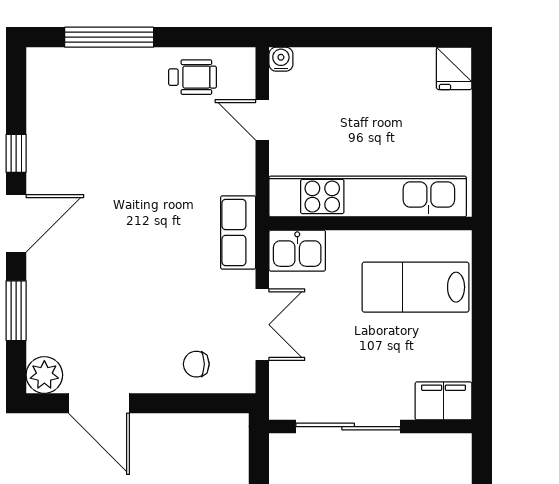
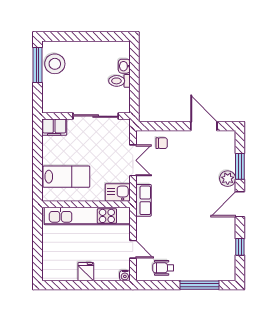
fridge: (454, 68) -> (86, 272), moved
window: (16, 153) -> (240, 247), moved
double door: (262, 325) -> (133, 160), swing flipped
plant: (44, 375) -> (228, 179), moved

